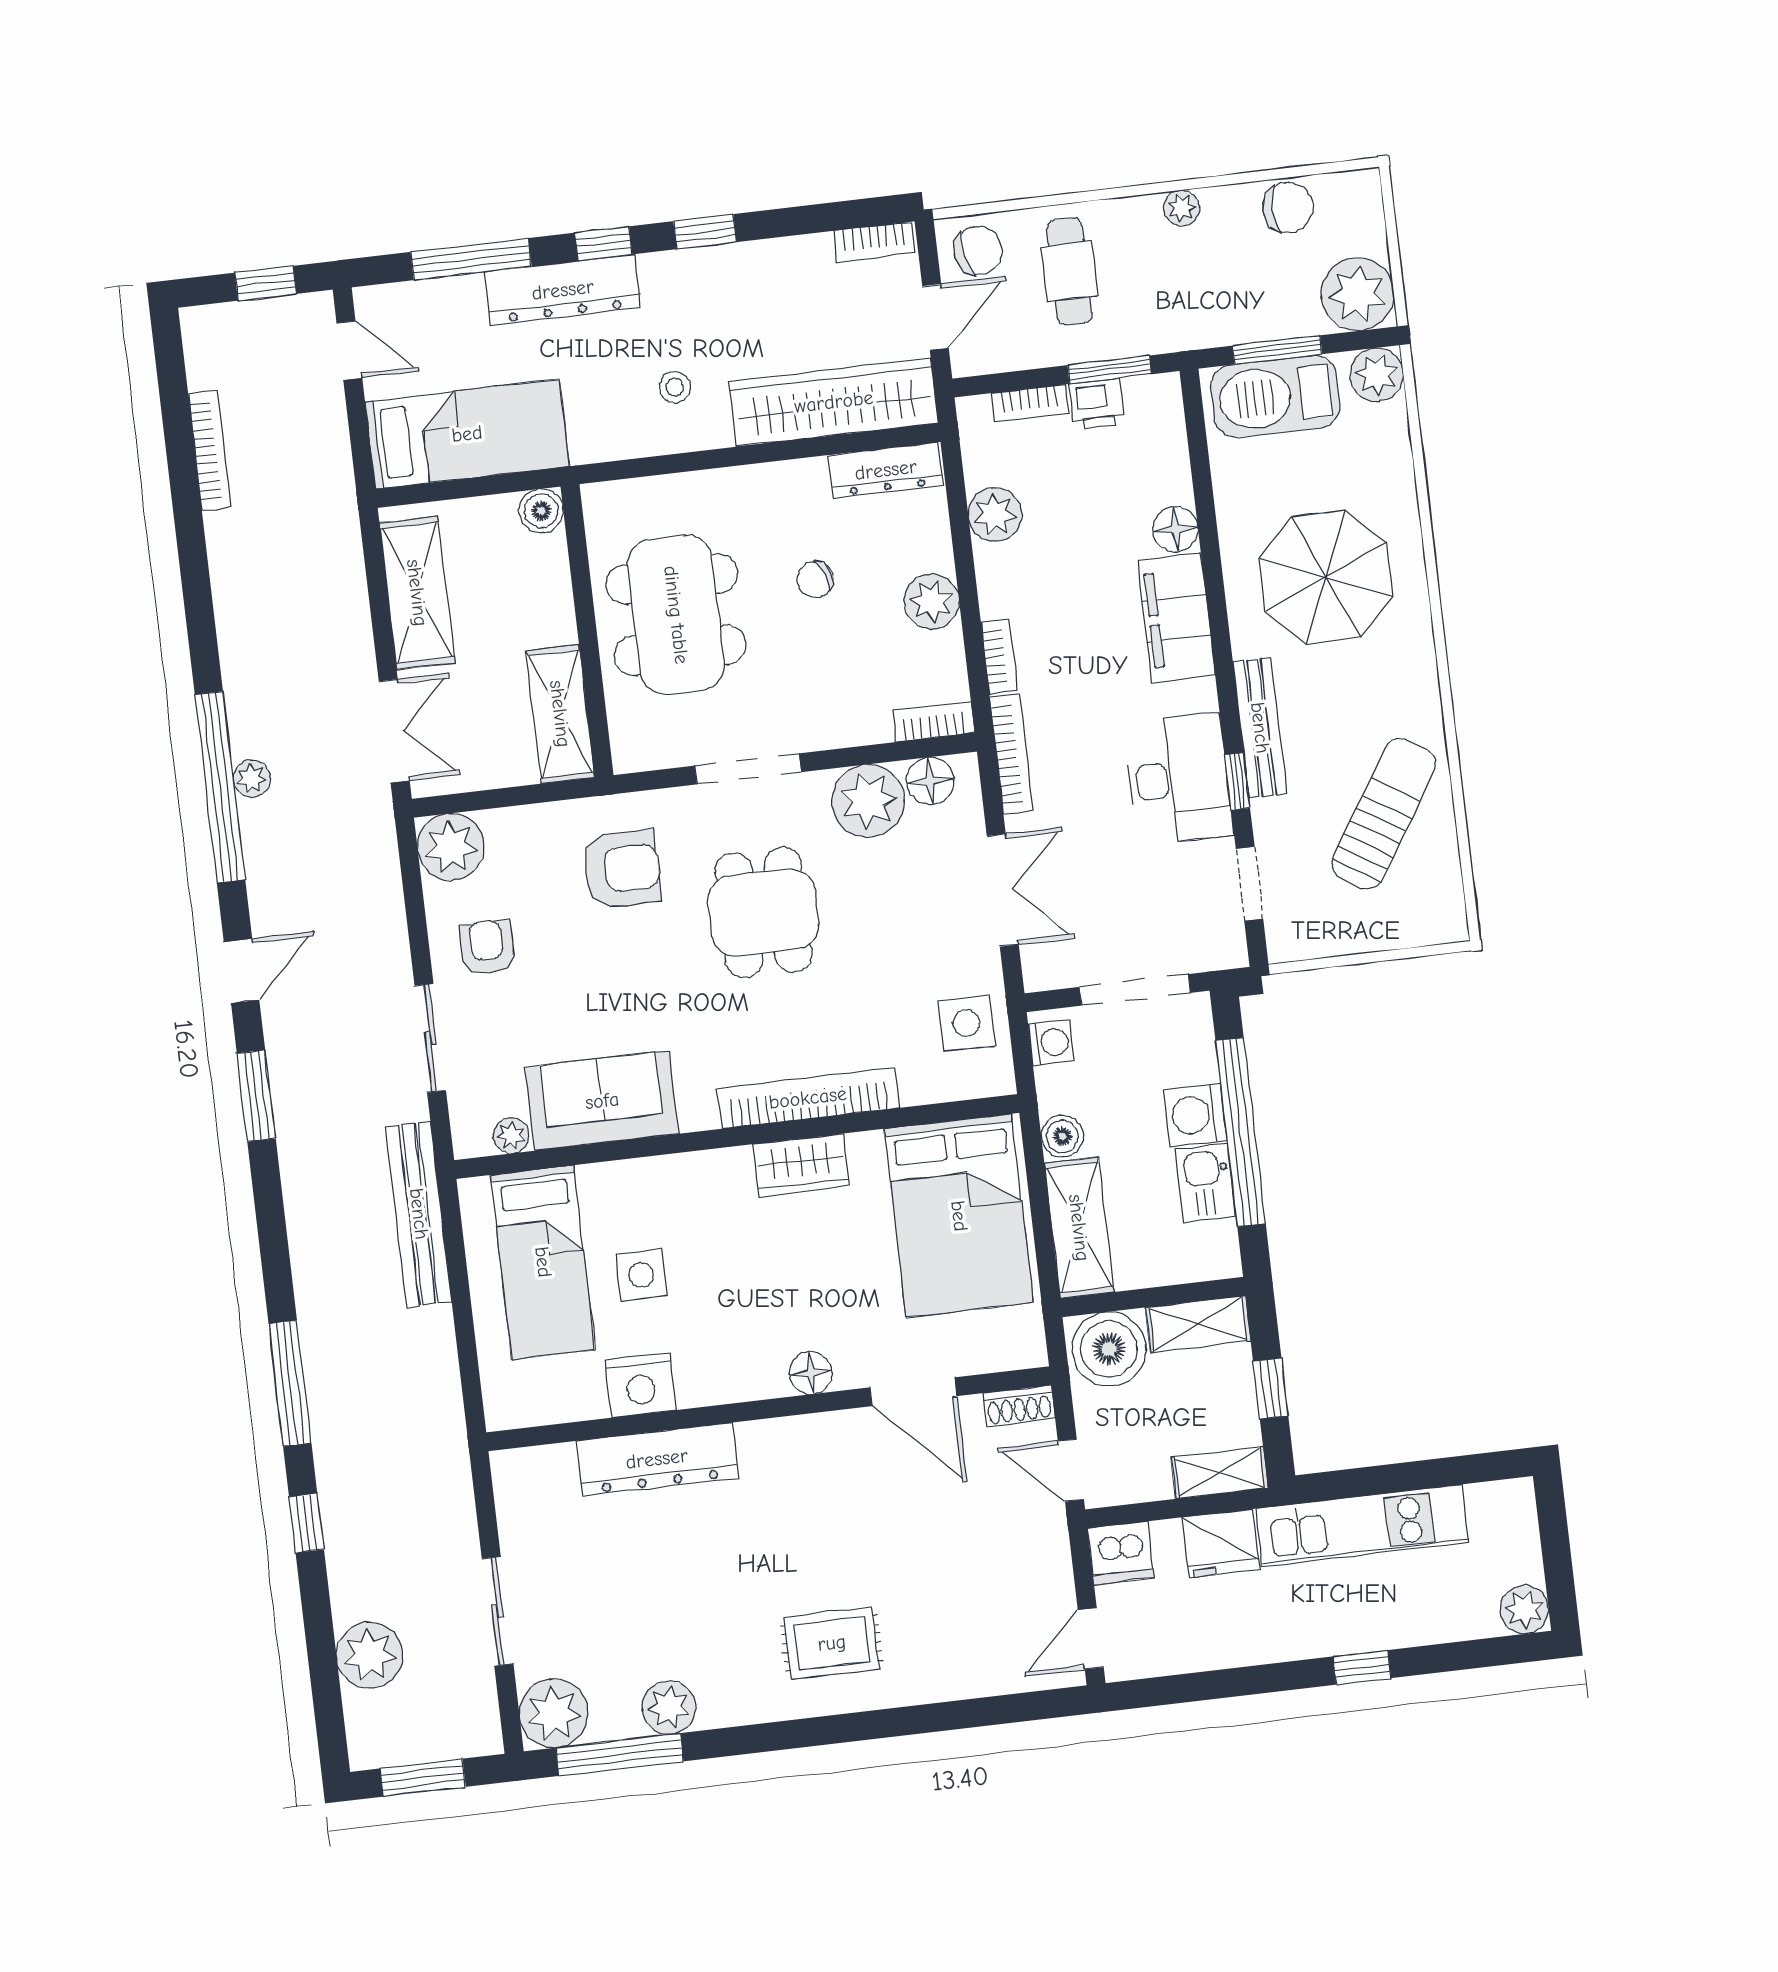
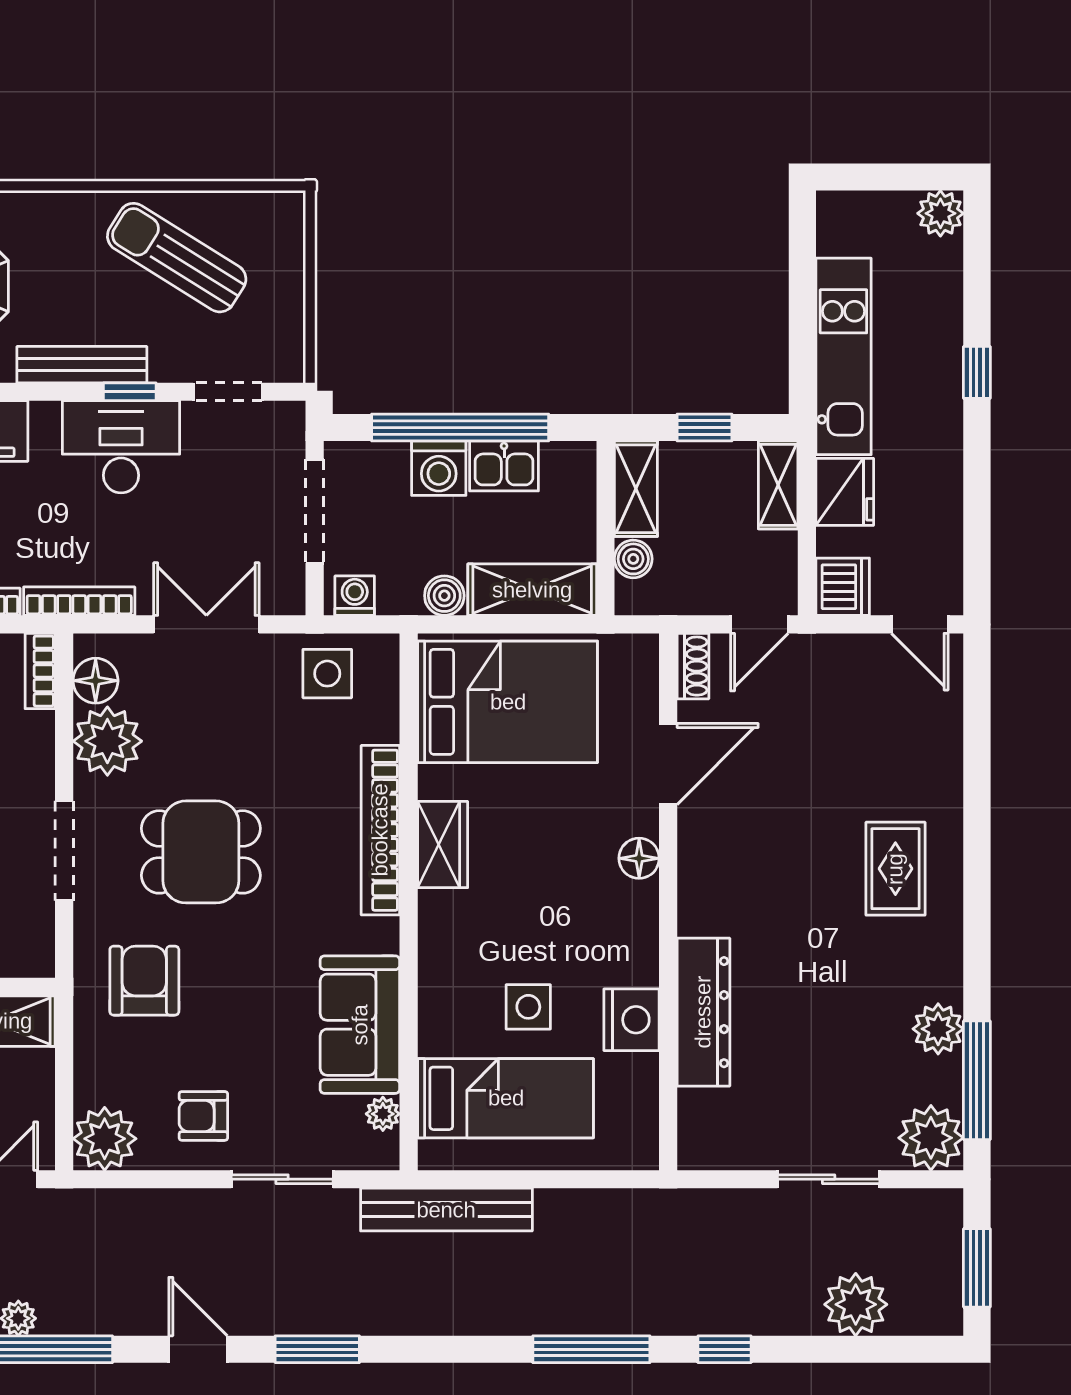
boiler: (1109, 1349) -> (633, 559), width x0.54, depth x0.54

